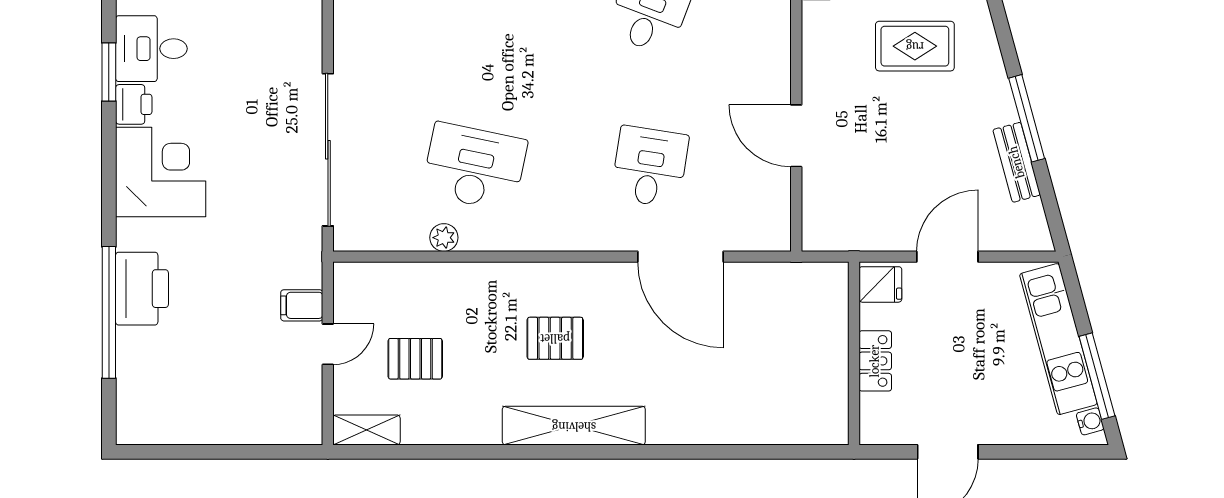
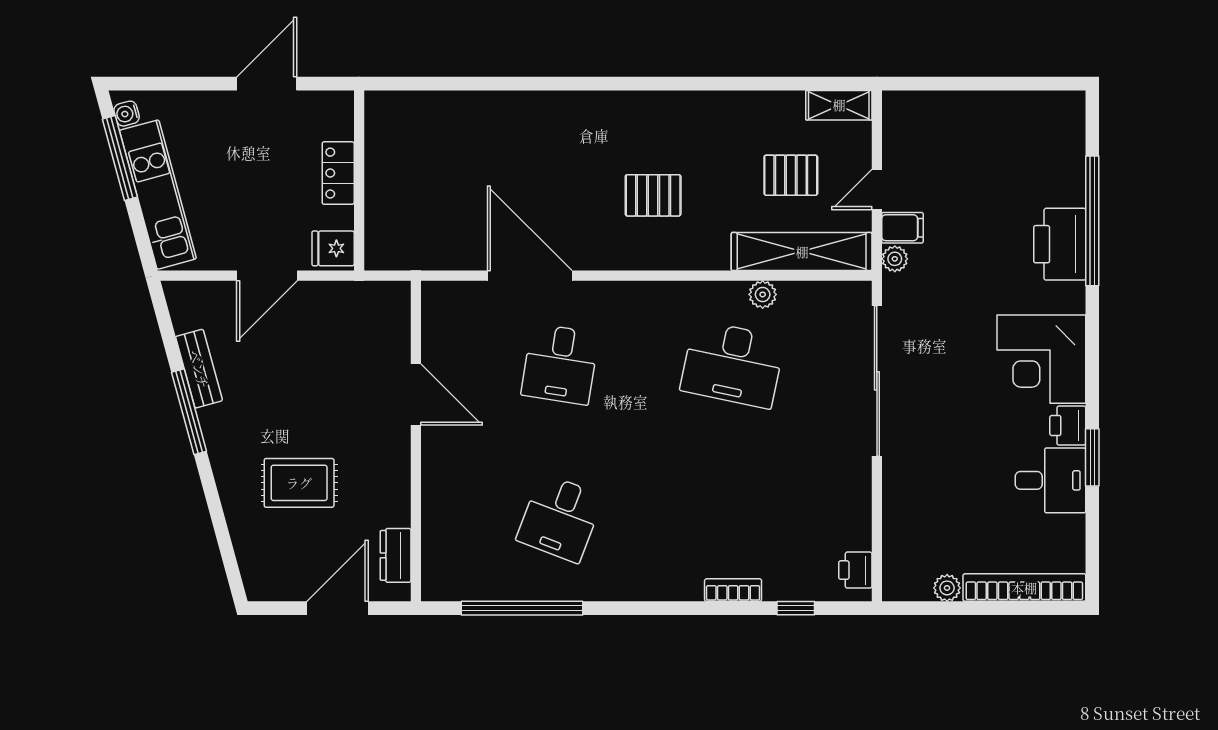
plant: (310, 274) -> (895, 259), added
shelving: (574, 426) -> (802, 252), moved

